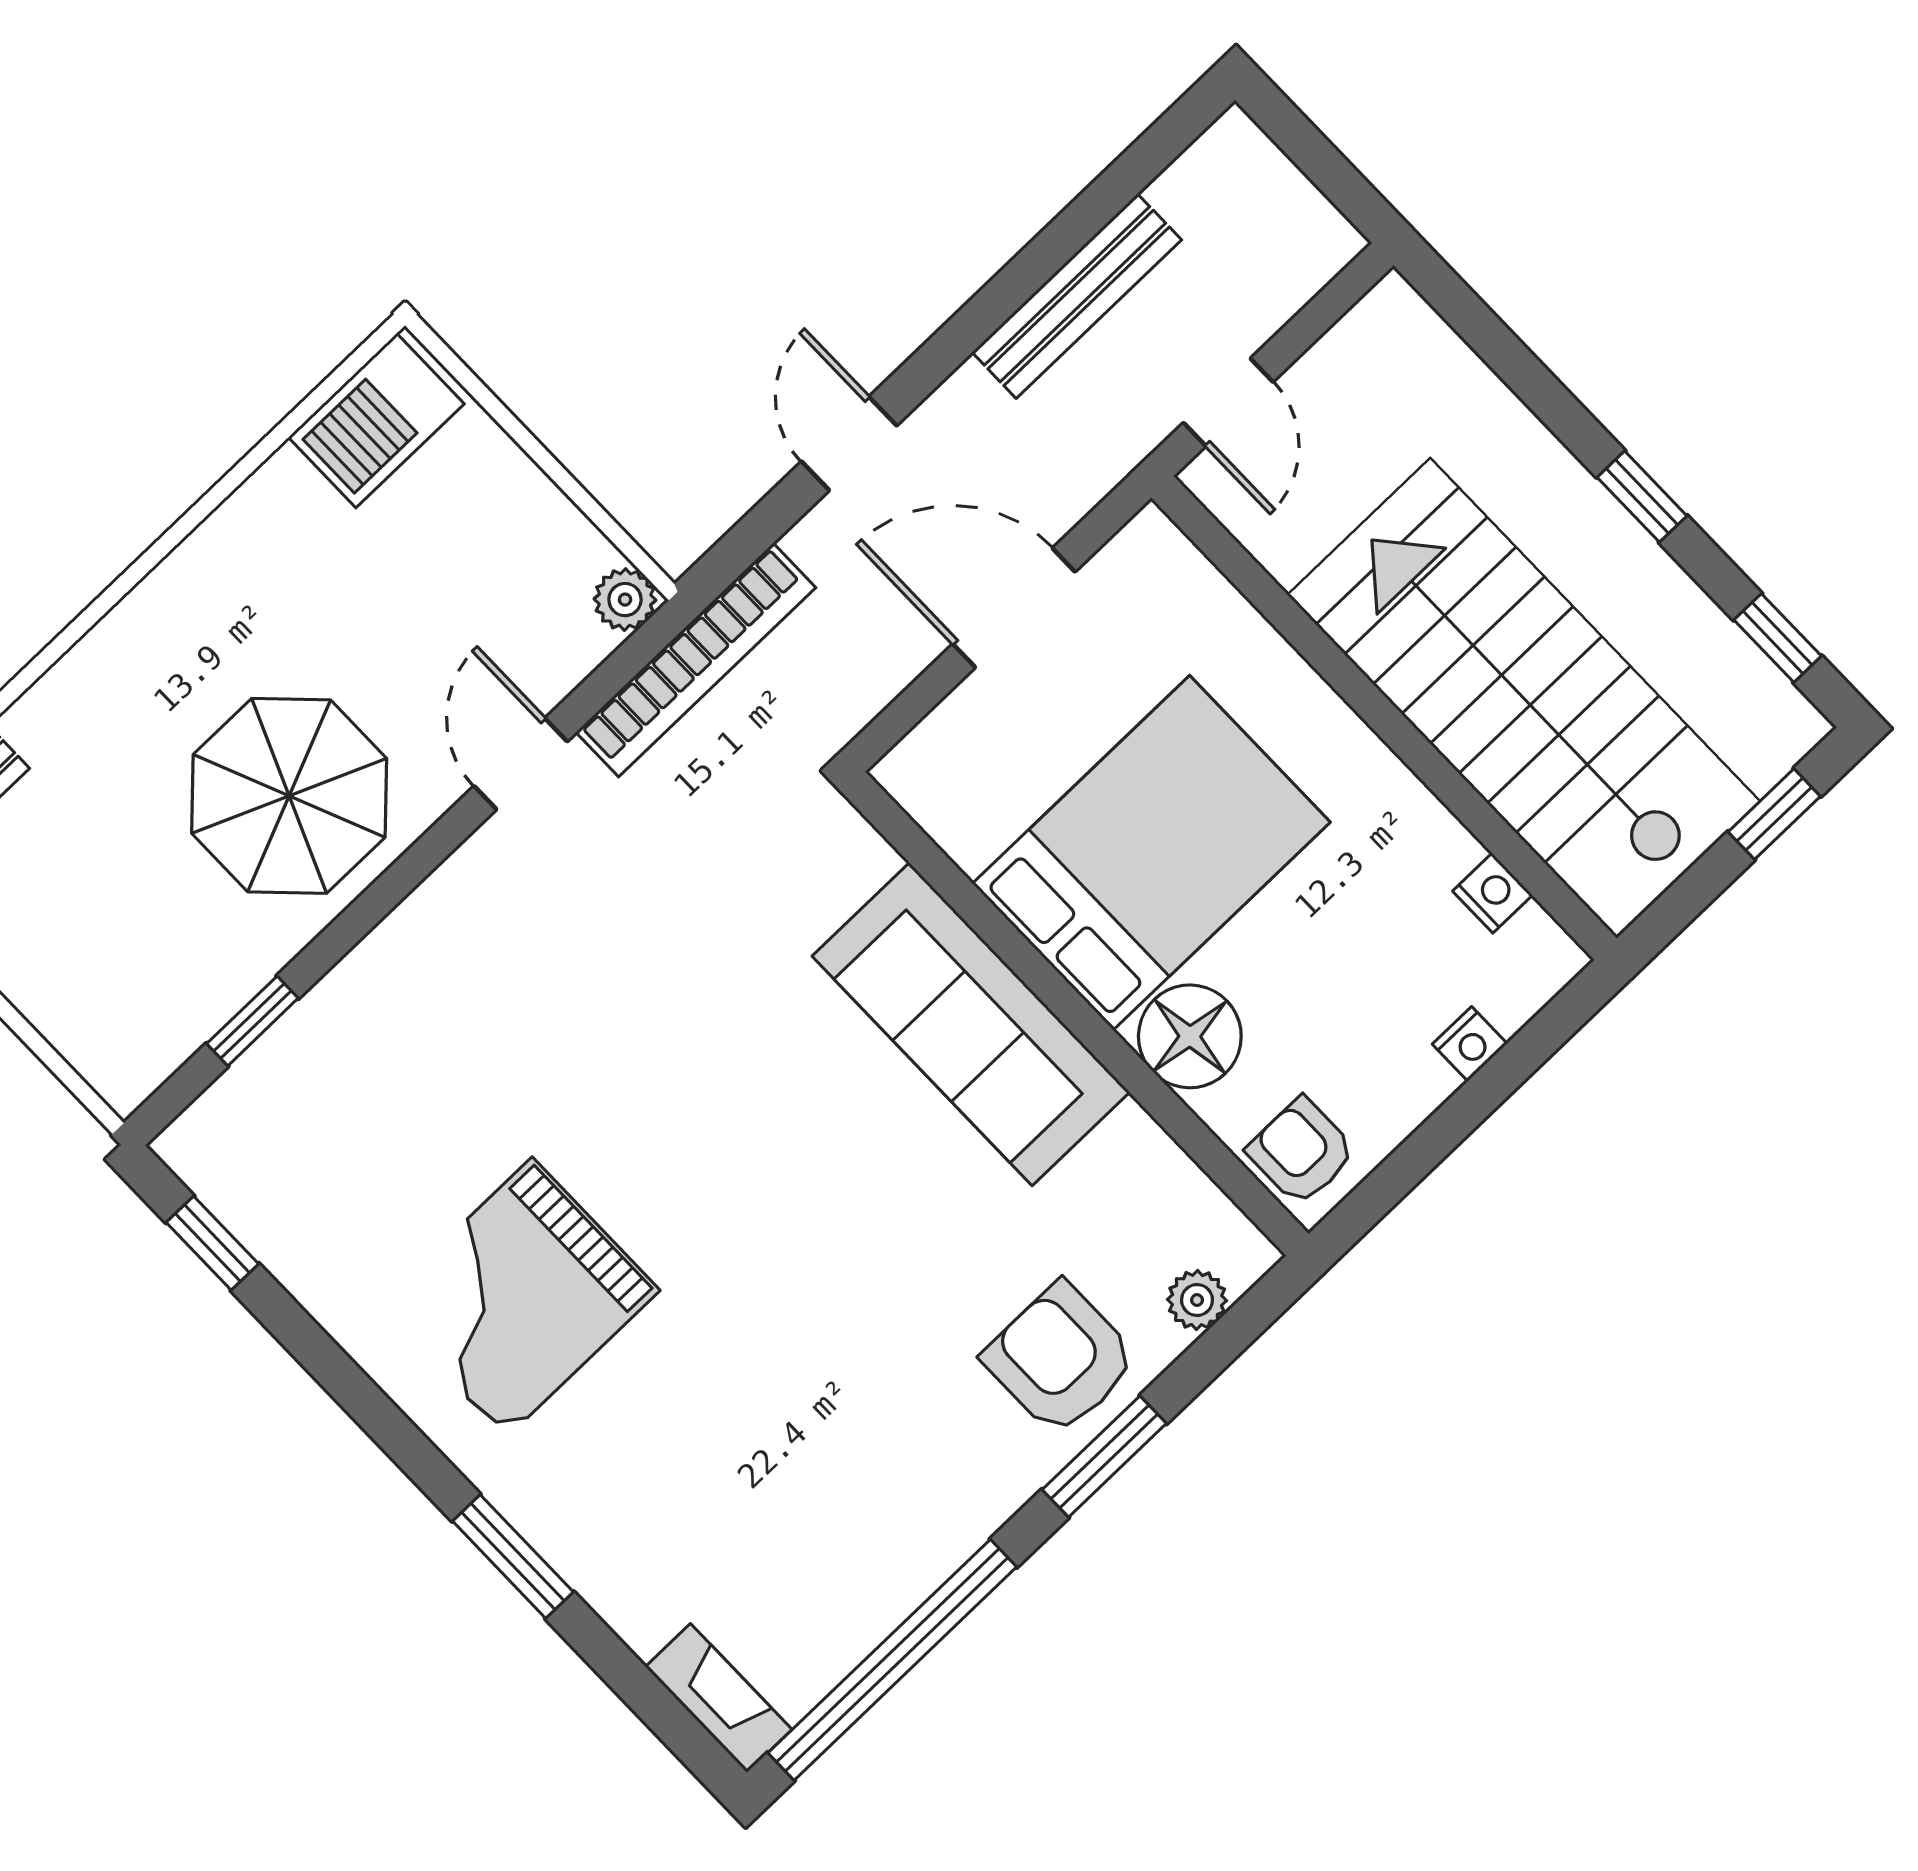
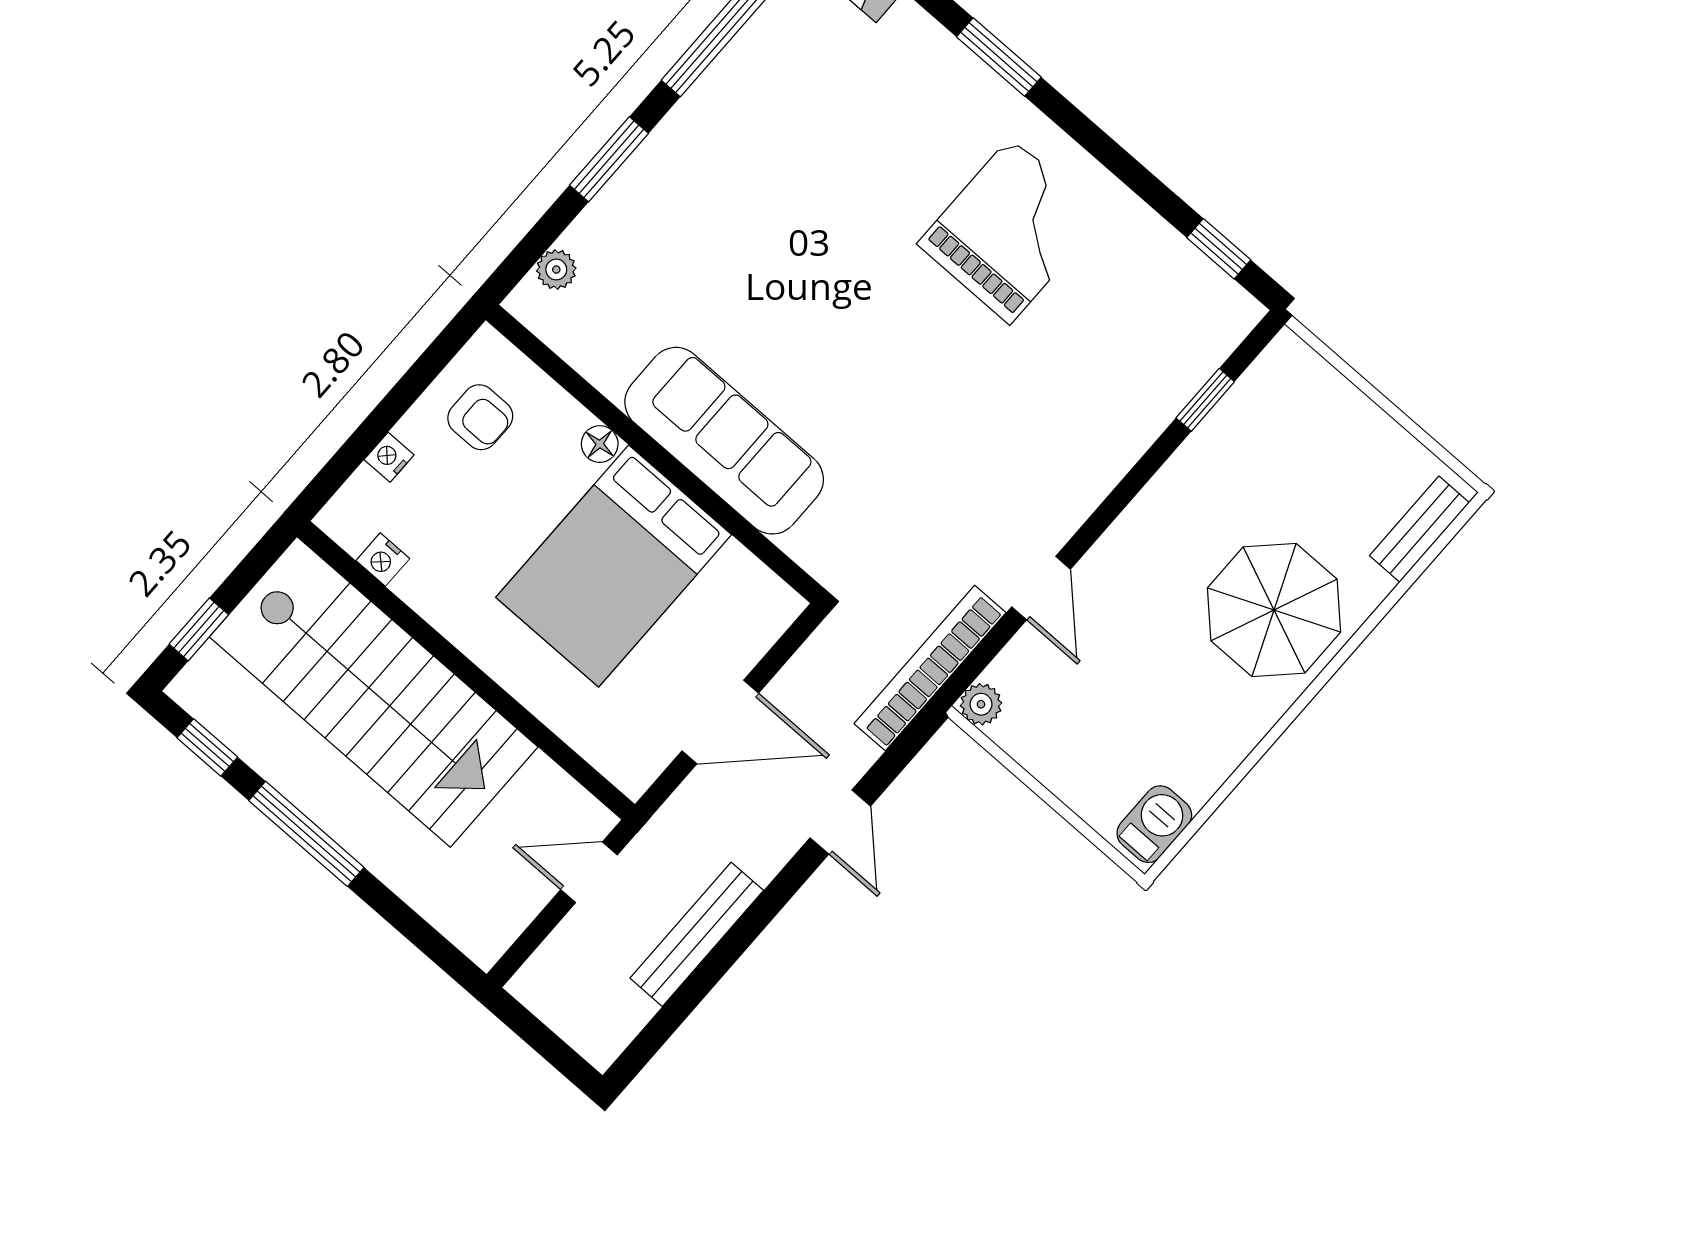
door: (1228, 402) -> (589, 872), hinge flipped
barbecue: (376, 421) -> (1154, 824), width x0.73, depth x0.79
window: (1642, 497) -> (306, 834), width x2.17
parasol: (289, 796) -> (1274, 610), moved
floor lamp: (1190, 1036) -> (600, 444), width x0.53, depth x0.53
armchair: (1301, 1151) -> (480, 417), moved
armchair: (1060, 1359) -> (644, 222), removed

